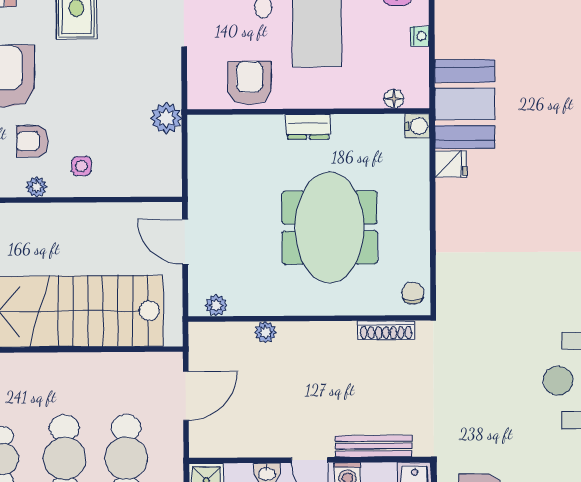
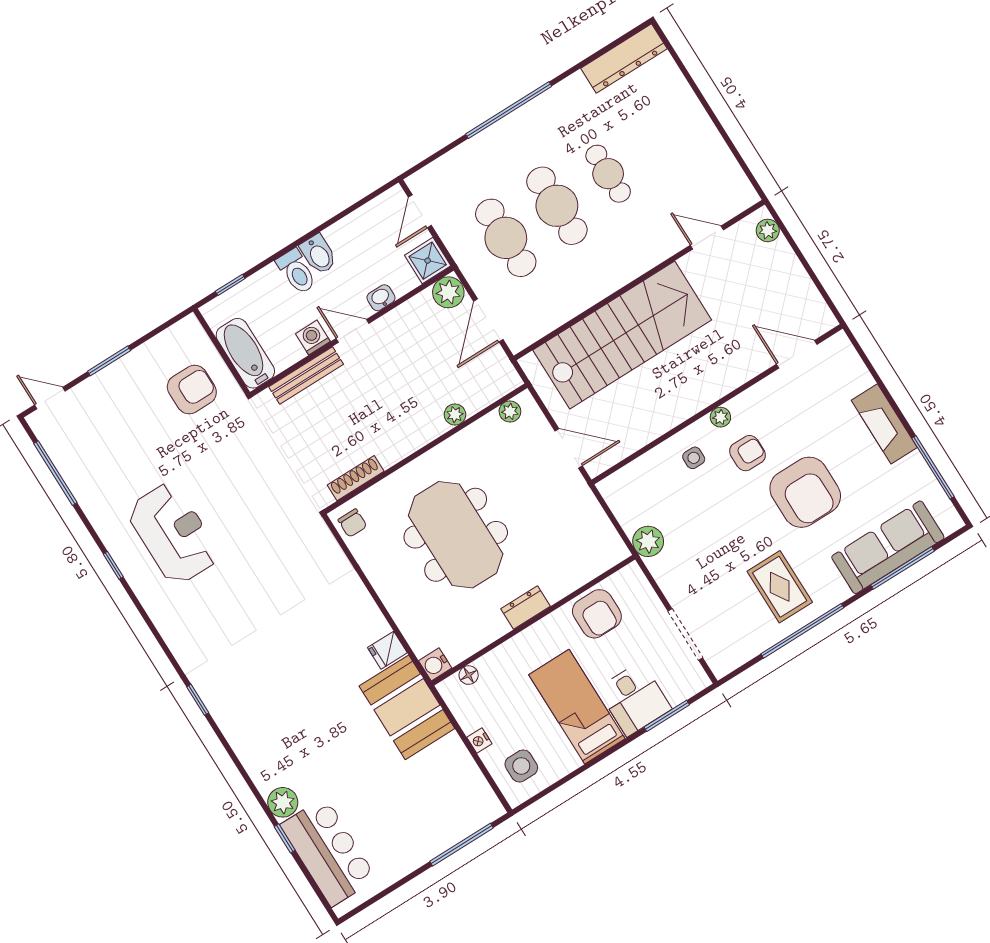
plant: (205, 442) -> (448, 292), added

